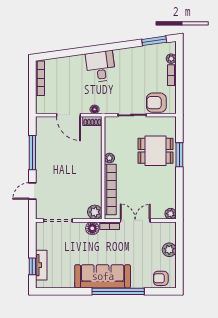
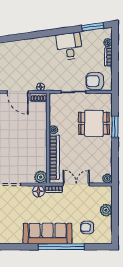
desk: (101, 66) -> (69, 46), moved
armchair: (161, 278) -> (87, 227), moved

